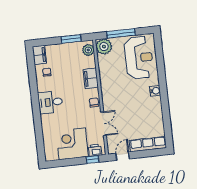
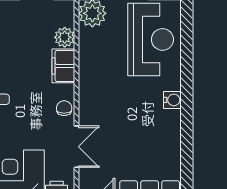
plant: (88, 50) -> (65, 37), moved

